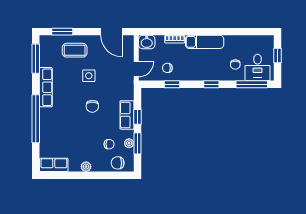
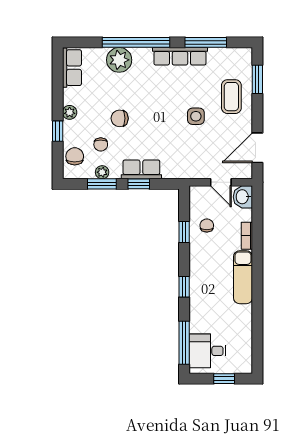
window: (36, 59) -> (206, 42), moved
chair: (235, 65) -> (212, 320), removed
door: (136, 69) -> (221, 182), moved
chair: (92, 106) -> (120, 118), moved
plant: (48, 131) -> (119, 60), added
window: (99, 175) -> (58, 131), added

